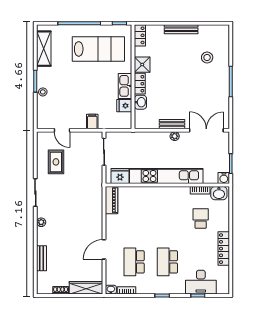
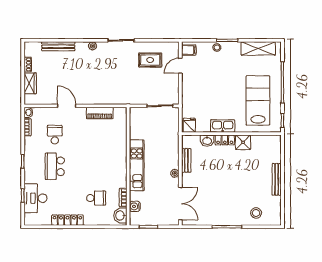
locker: (140, 35) -> (271, 140), removed
lab bench: (98, 49) -> (258, 100), turned 180
stool: (207, 58) -> (256, 213), moved
fridge: (124, 106) -> (189, 125), moved
filing cabinet: (92, 121) -> (189, 50), moved
bench: (172, 124) -> (186, 160), moved
fridge: (120, 176) -> (137, 121), removed
kitchen unit: (166, 176) -> (137, 165), width x0.73
water cooler: (224, 178) -> (135, 206), moved
piano: (112, 200) -> (100, 113), moved
bench: (42, 258) -> (58, 46), width x1.36
school desk: (134, 262) -> (55, 135), width x0.54
school desk: (167, 262) -> (55, 166), turned -90
wardrobe: (86, 288) -> (30, 83), width x0.67

